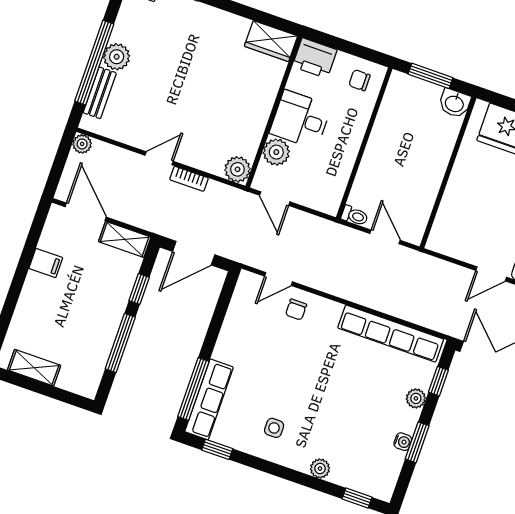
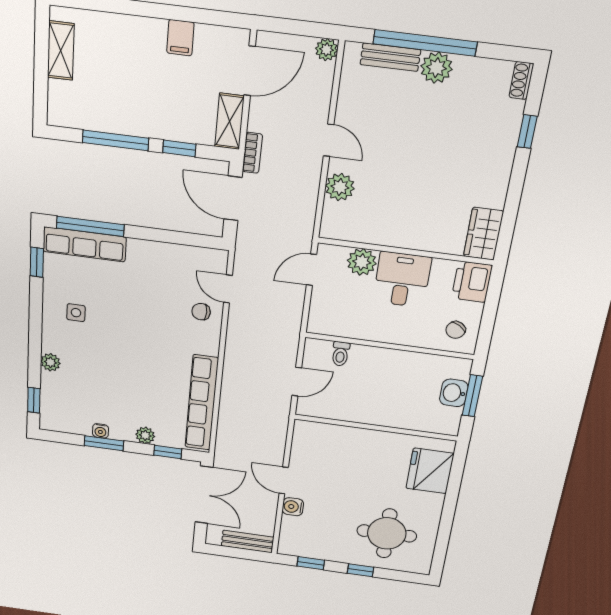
chair: (359, 80) -> (456, 330), turned -148
washbasin: (455, 103) -> (454, 393), moved
plant: (237, 169) -> (340, 187), moved
bookcase: (189, 179) -> (252, 153), moved, turned 180
toilet: (355, 216) -> (340, 354), moved

